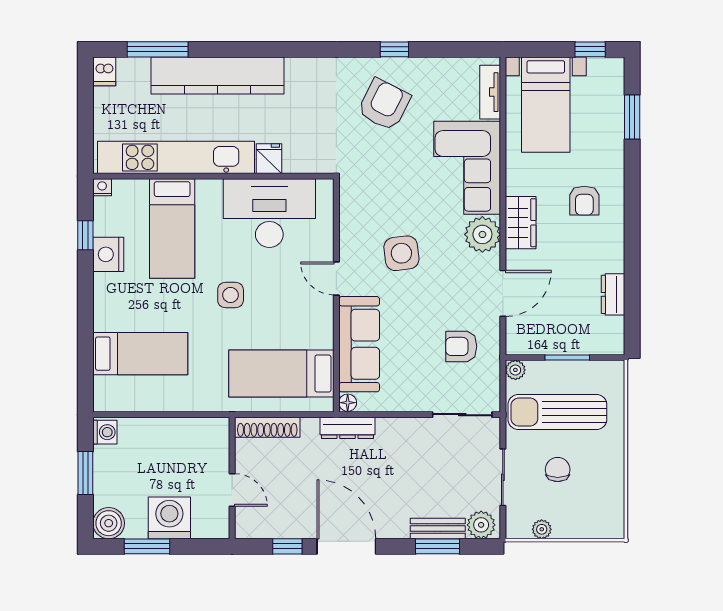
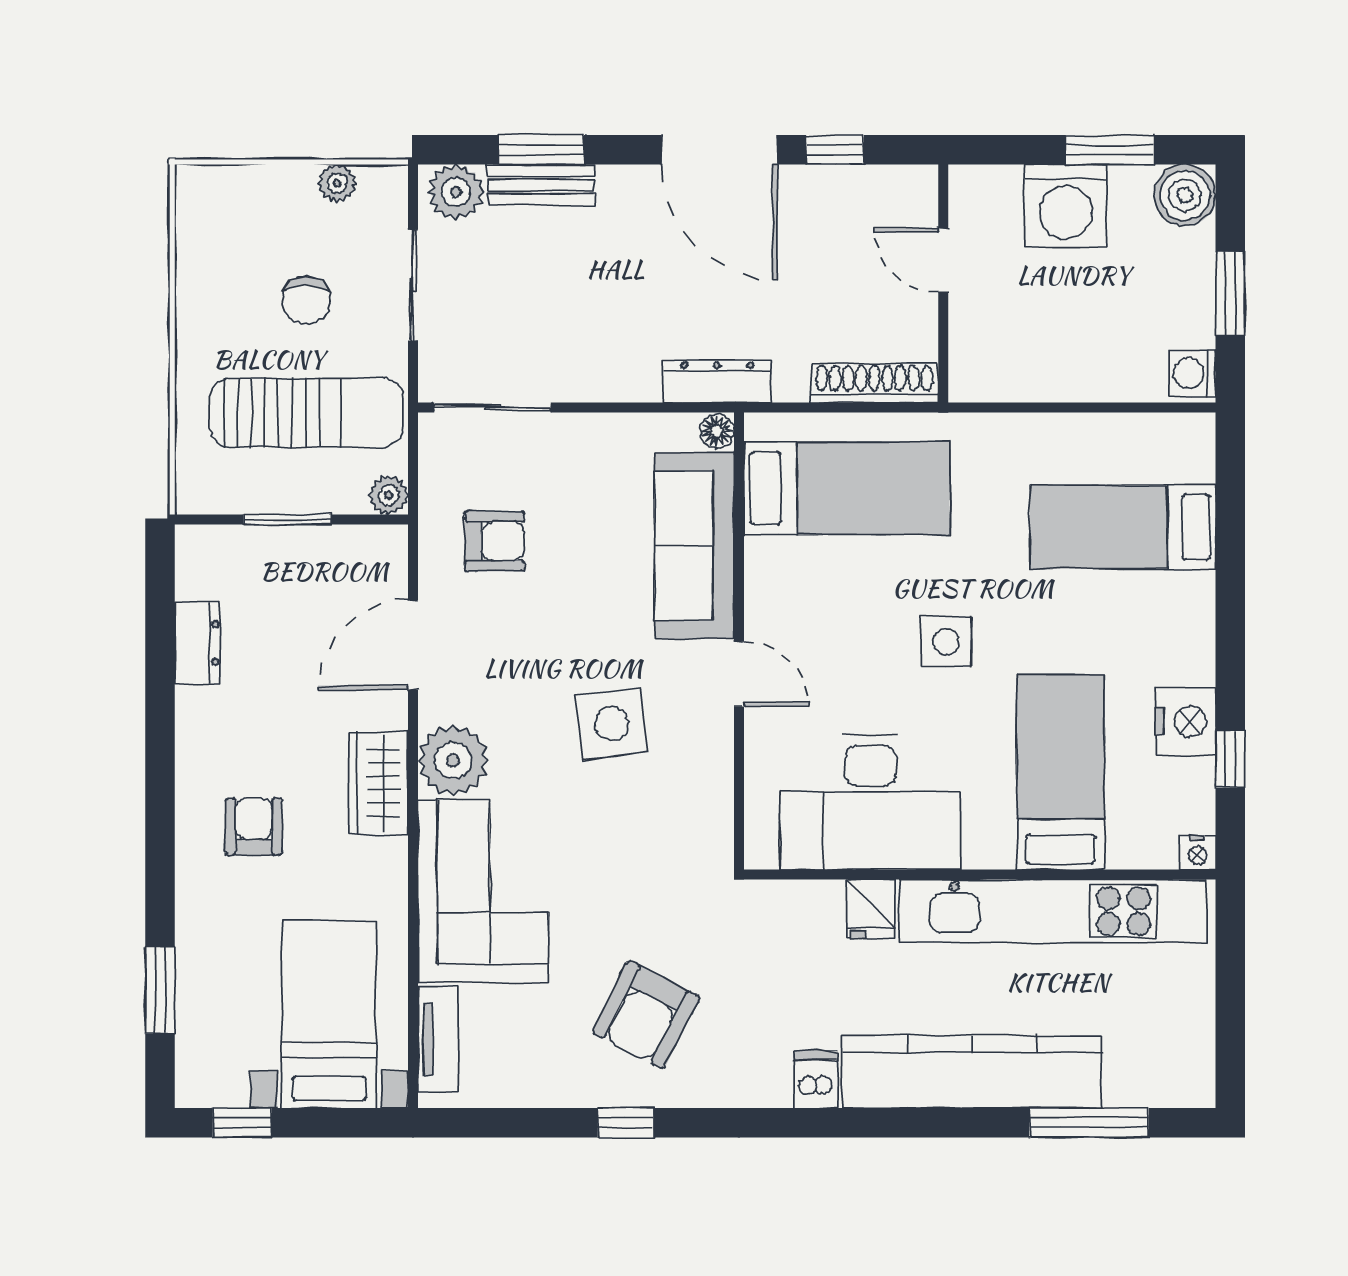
dishwasher: (104, 71) -> (816, 1080), moved

